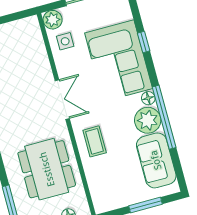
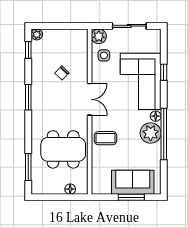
chair: (20, 77) -> (62, 73), added
coffee table: (95, 141) -> (106, 138), turned 90
sofa: (156, 160) -> (133, 182), moved, turned 90
dining table: (47, 169) -> (63, 149), turned 90

